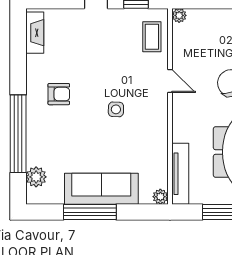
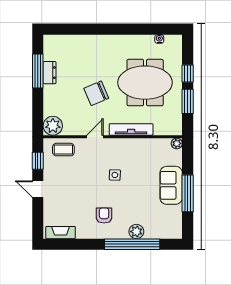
plant: (179, 15) -> (53, 126), width x1.87, depth x1.87
tv unit: (180, 174) -> (131, 129), moved
plant: (36, 177) -> (136, 232), moved
sofa: (101, 189) -> (171, 185), width x0.73

